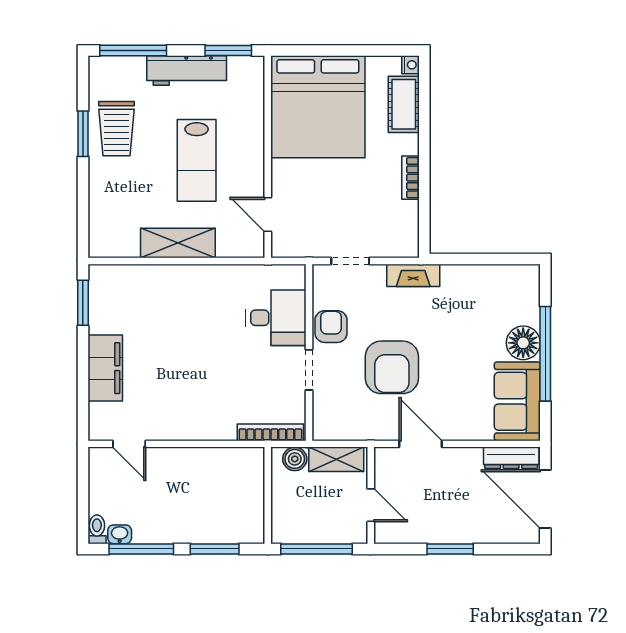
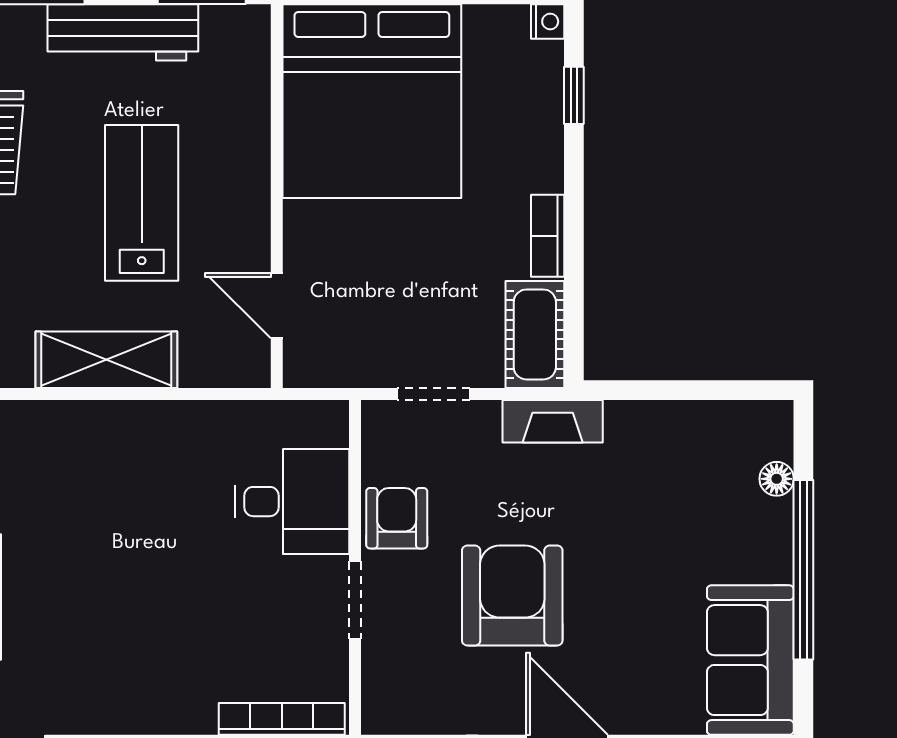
cot: (404, 104) -> (535, 334), moved
window: (424, 104) -> (574, 95), added
lab bench: (197, 160) -> (142, 203), turned 180
floor lamp: (523, 343) -> (777, 479), moved, width x0.53, depth x0.53
armchair: (392, 367) -> (512, 596), turned 180

